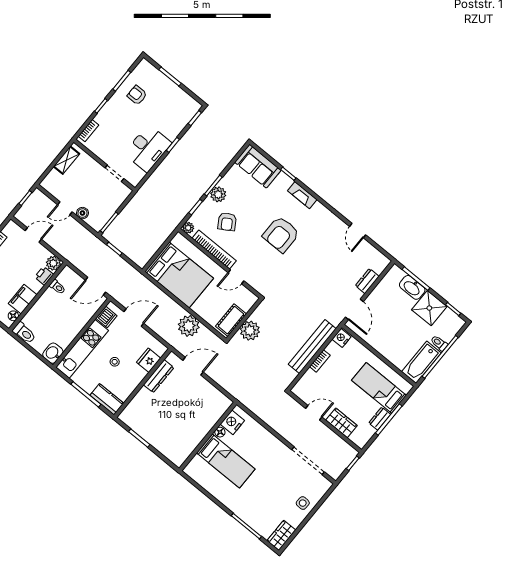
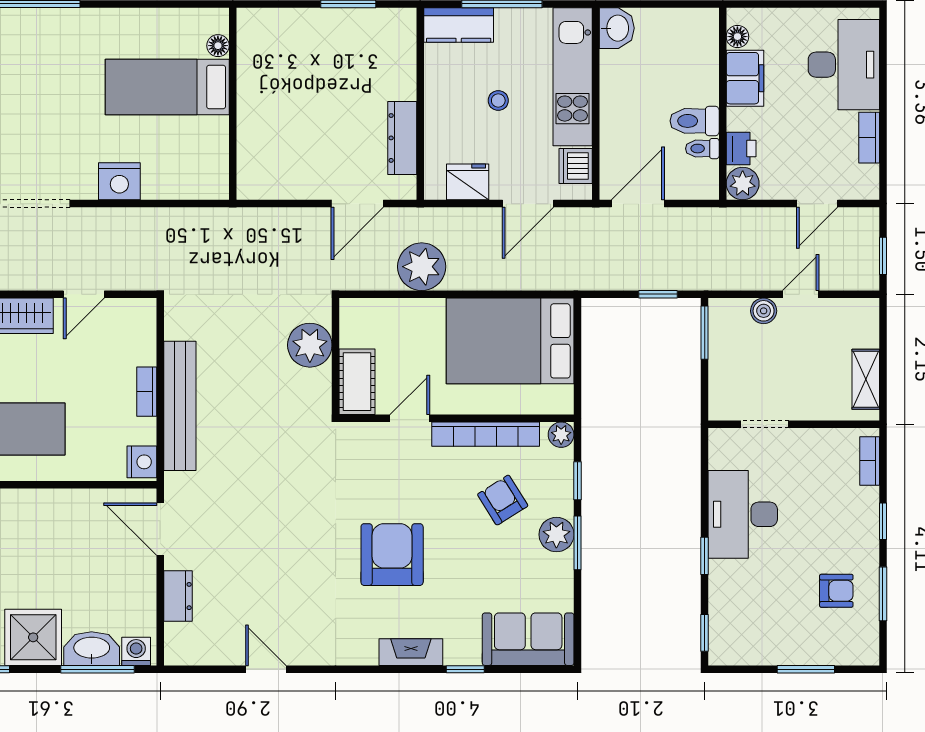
washing machine: (398, 274) -> (136, 651), added
cot: (231, 320) -> (357, 382), moved
toilet: (24, 333) -> (695, 121), moved
fridge: (149, 360) -> (468, 182), moved, turned -90
nightstand: (232, 422) -> (119, 181), moved, turned 90
floor lamp: (220, 432) -> (218, 46), moved

